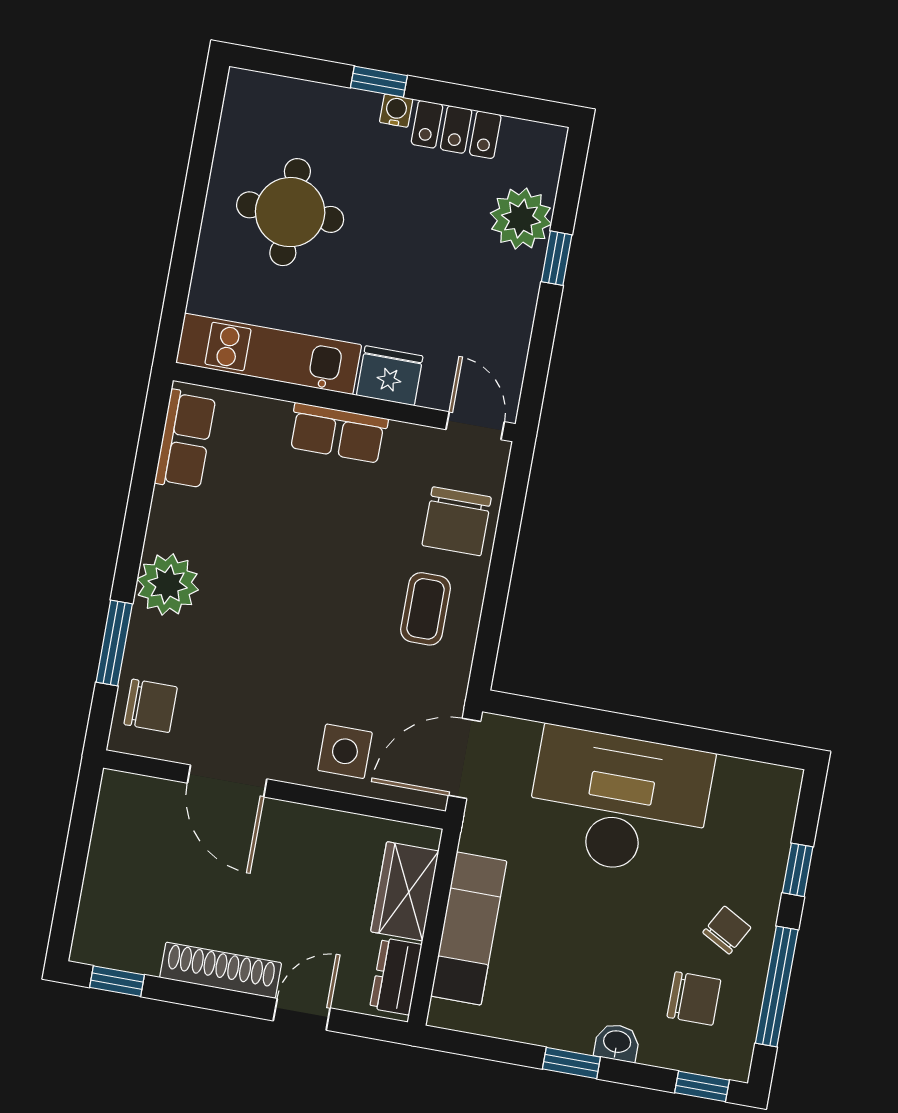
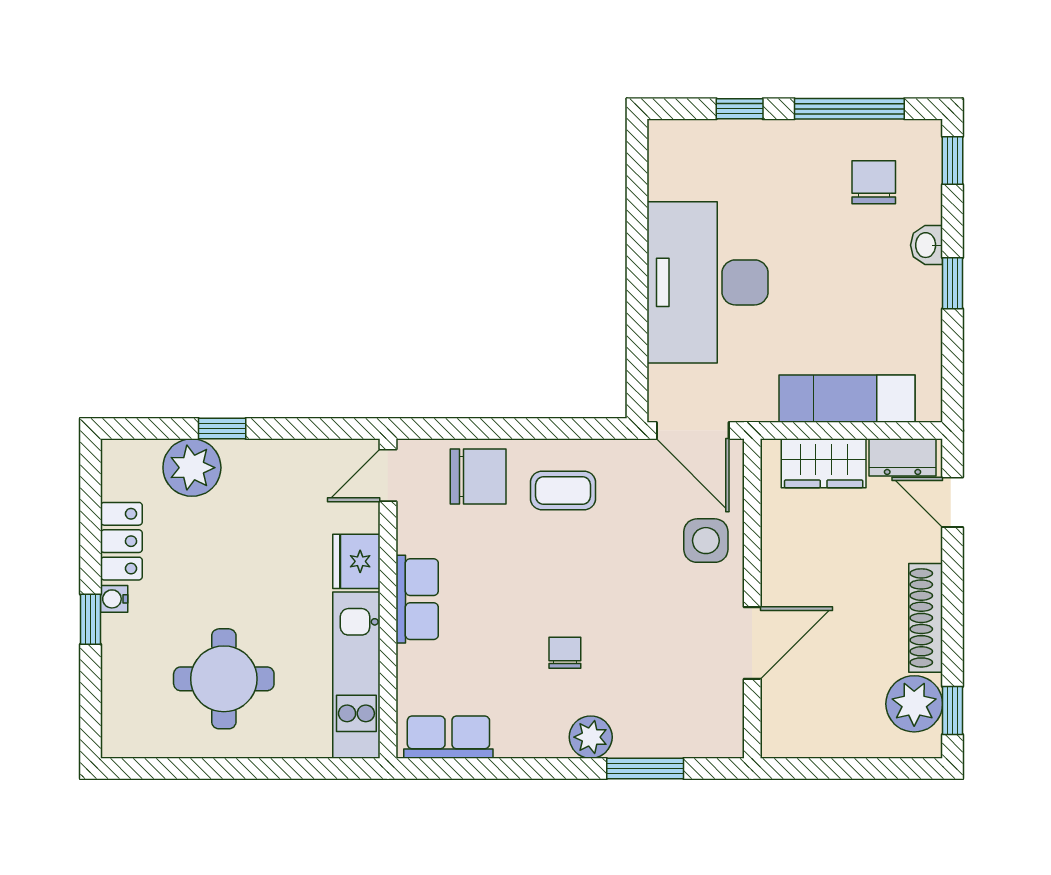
plant: (168, 584) -> (591, 737), width x0.73, depth x0.73
chair: (151, 706) -> (565, 653), moved, width x0.73, depth x0.73
chair: (727, 930) -> (806, 163), removed
plant: (131, 942) -> (914, 704), added
door: (302, 1014) -> (953, 502), moved

